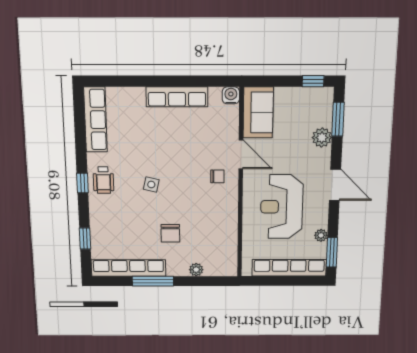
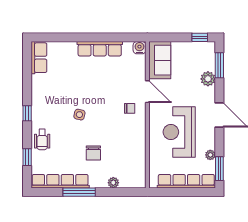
row of seats: (95, 120) -> (39, 58), width x0.68
wheelchair: (103, 180) -> (42, 139), moved

